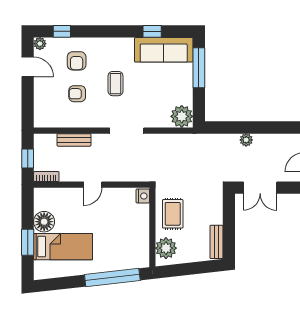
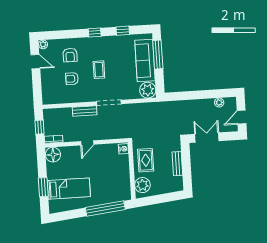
window: (62, 31) -> (95, 32), moved
sofa: (164, 50) -> (145, 61), moved, turned 90
bench: (74, 140) -> (85, 111), moved
plant: (246, 140) -> (219, 103), moved
double door: (260, 188) -> (207, 138), swing flipped
floor lamp: (44, 222) -> (53, 155), moved
bench: (216, 242) -> (177, 164), moved

